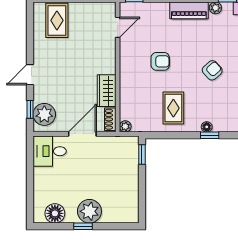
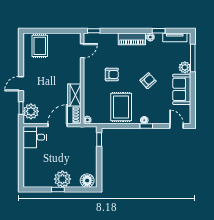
rug: (173, 108) -> (121, 107), width x1.36, depth x1.43
floor lamp: (55, 213) -> (87, 181), moved

